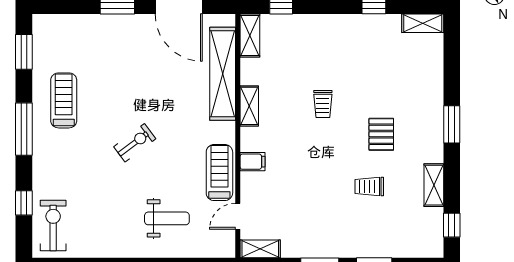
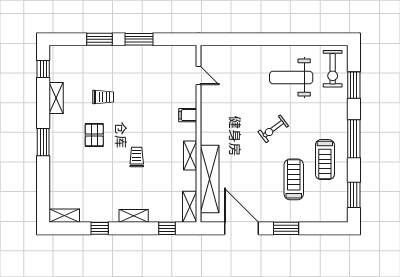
treadmill: (219, 173) -> (294, 179), moved, turned 180
window: (24, 203) -> (354, 85), width x1.50
door: (238, 216) -> (199, 75), hinge flipped
weight bench: (167, 218) -> (291, 77), moved, width x1.36, depth x1.33
shelving: (260, 249) -> (134, 216), moved

